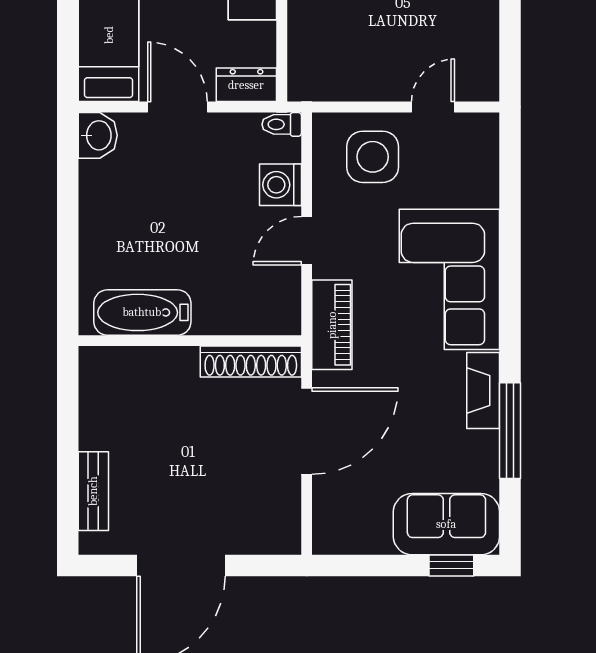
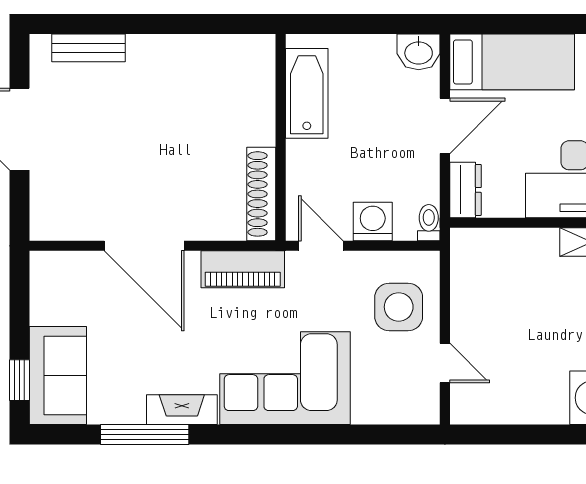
bathtub: (142, 312) -> (307, 93), moved
wall: (190, 341) -> (281, 137), moved
shoe rack: (251, 362) -> (261, 194), moved

